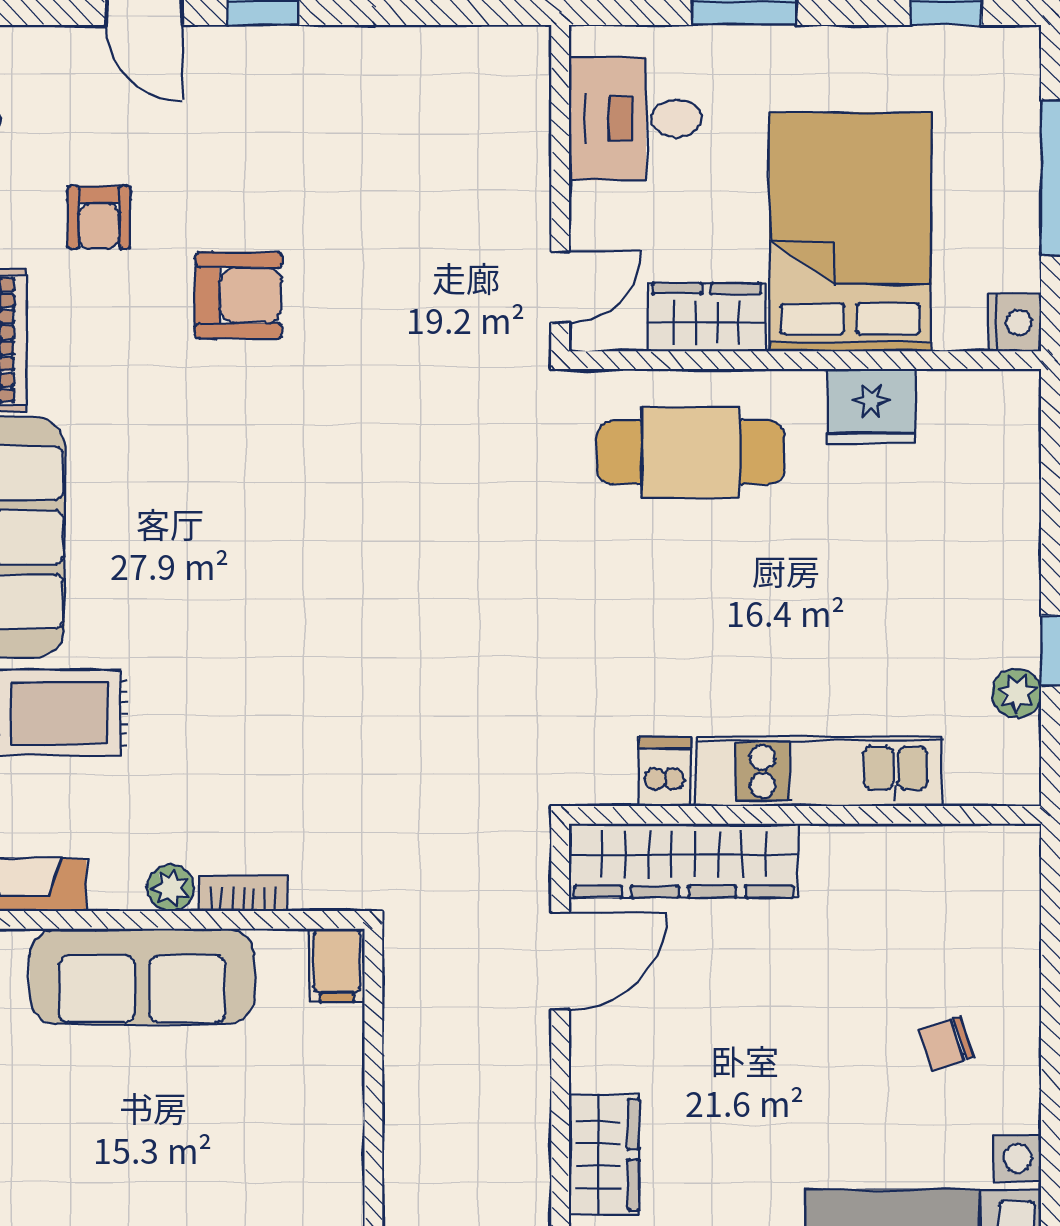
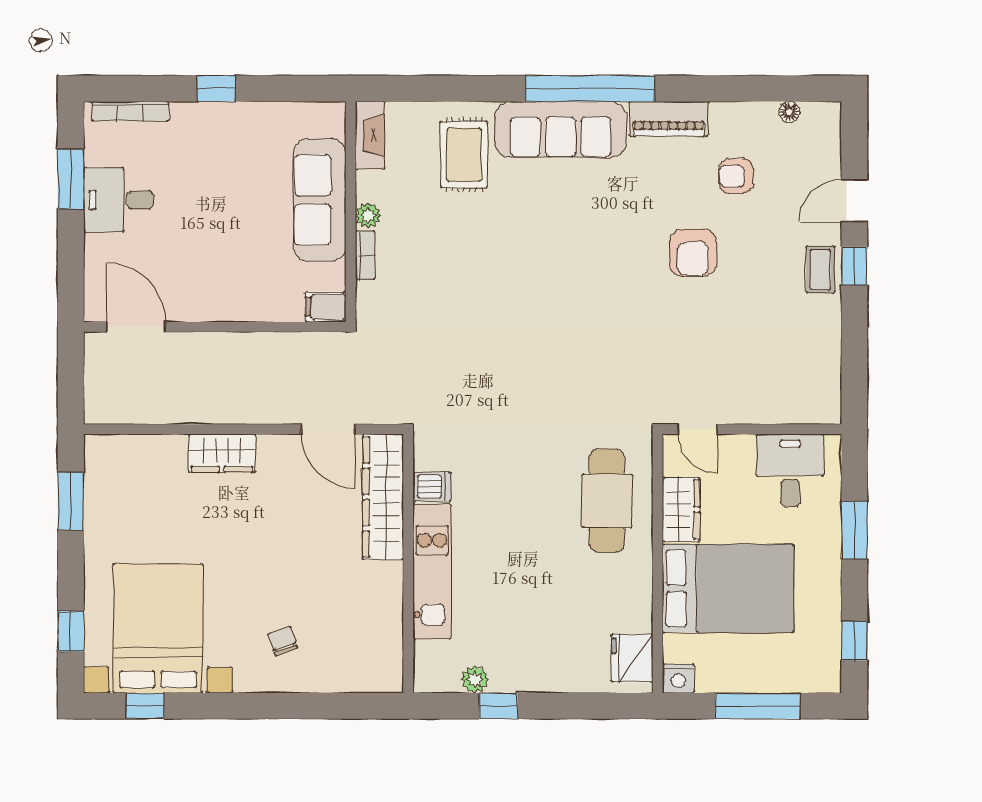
coffee table: (269, 63) -> (820, 270), added
fridge: (871, 407) -> (632, 658), moved

